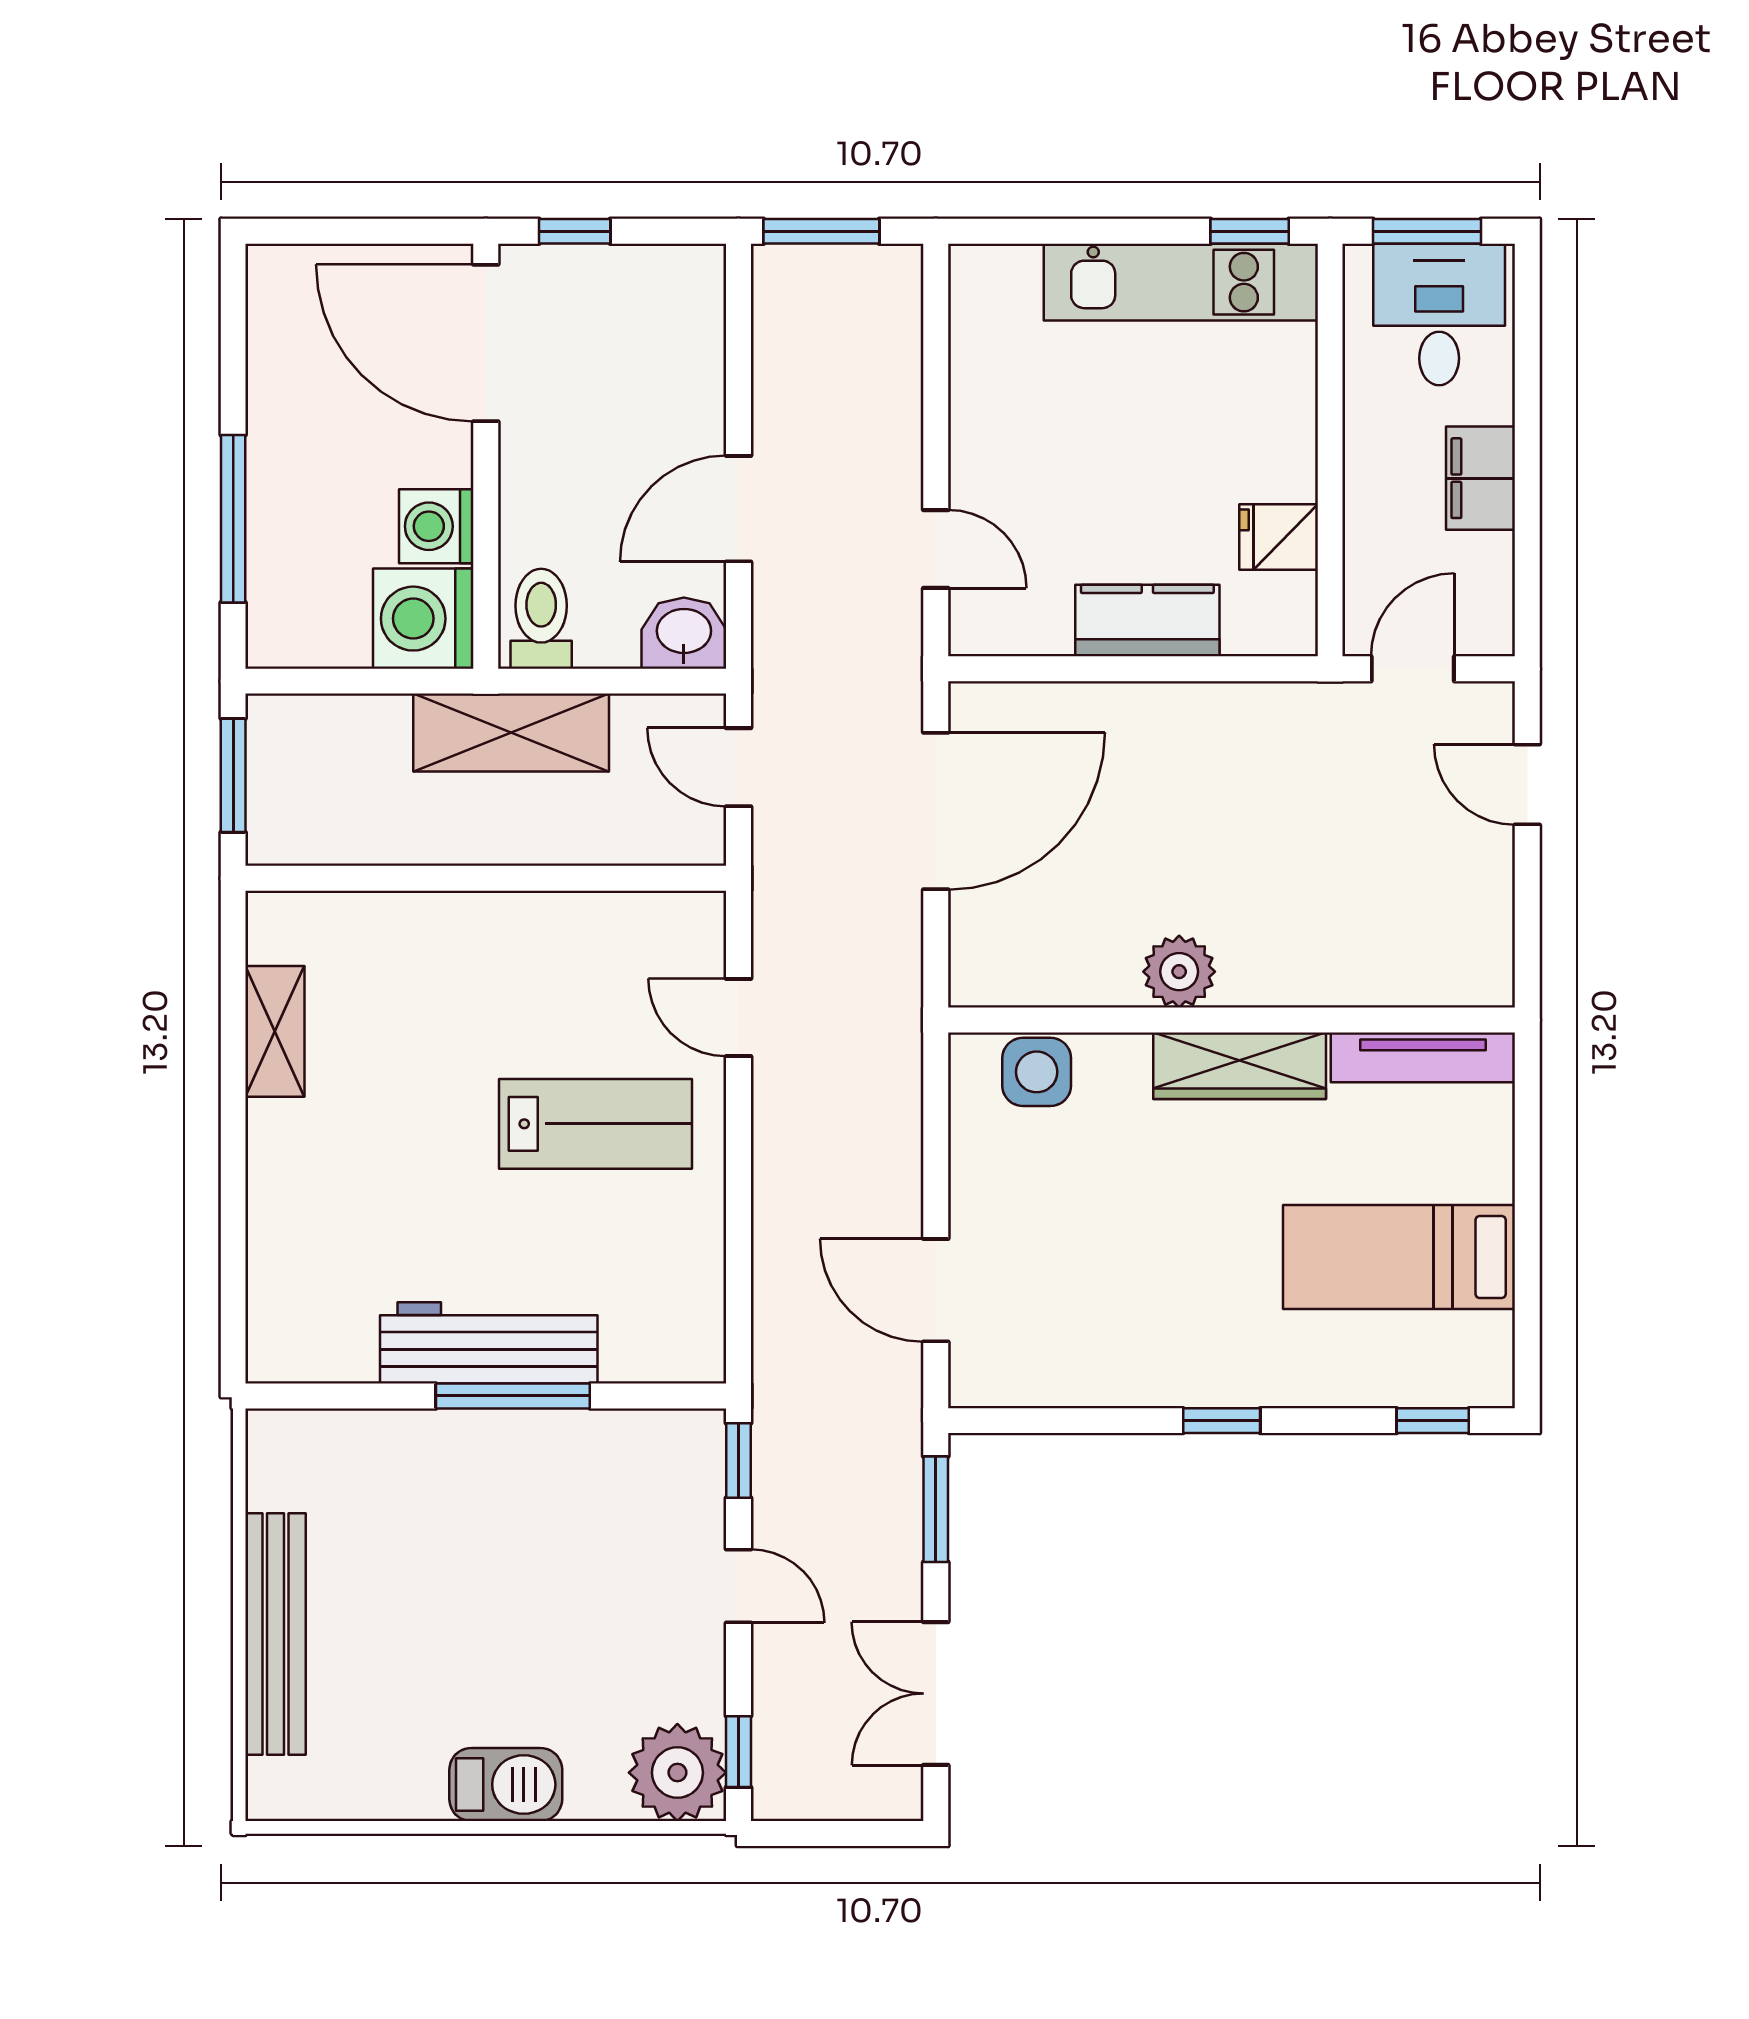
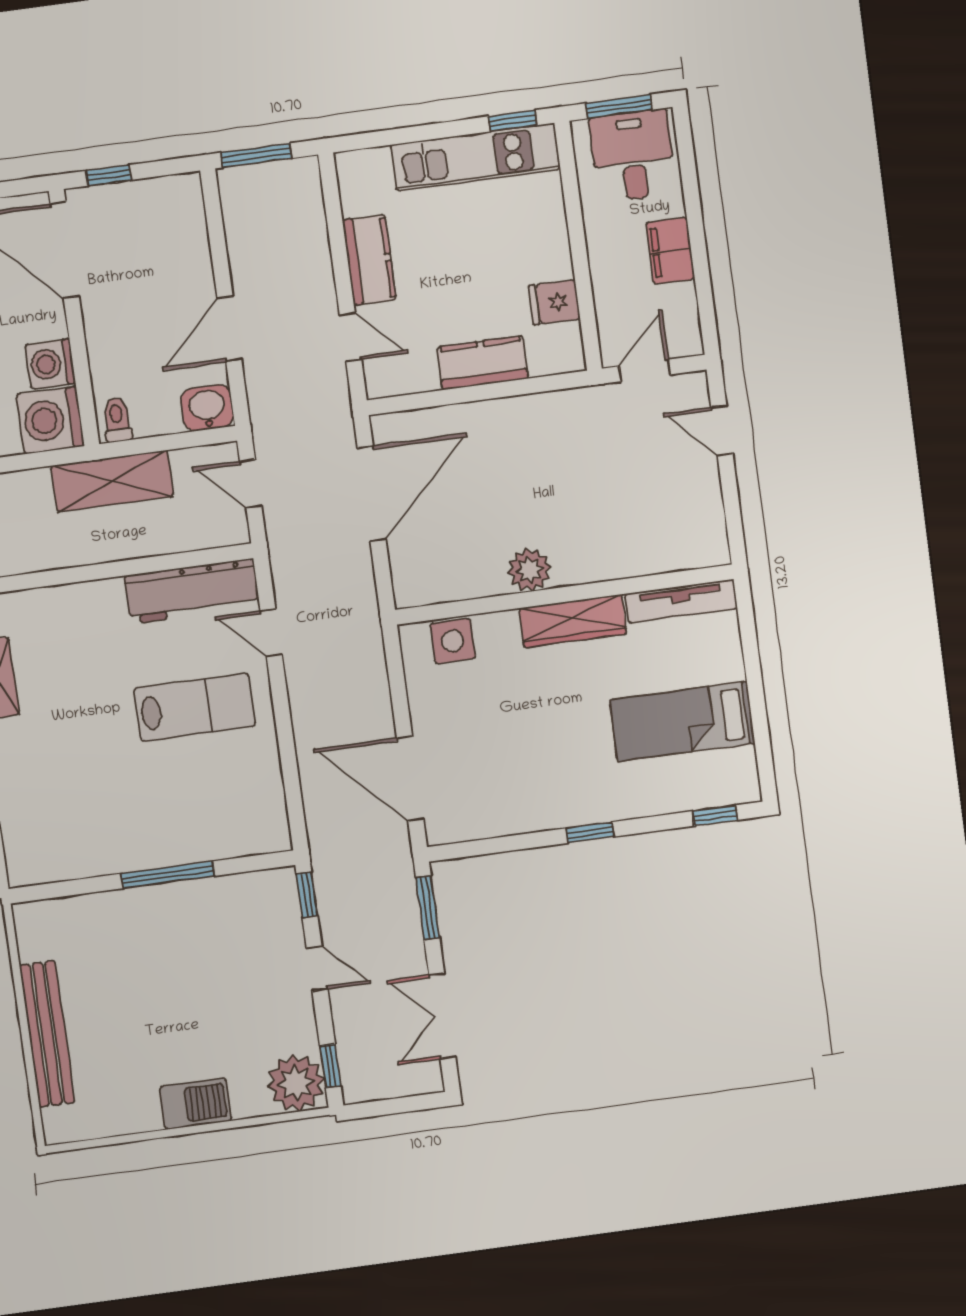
kitchen counter: (984, 427) -> (369, 260), added
toilet: (541, 619) -> (117, 420), width x0.73, depth x0.72
door: (936, 1290) -> (410, 778), width x1.36
workbench: (489, 1343) -> (192, 591), moved, turned 180

